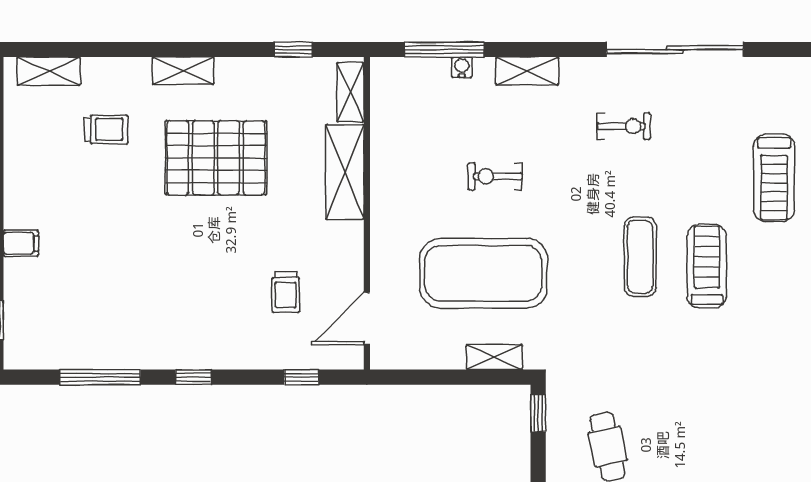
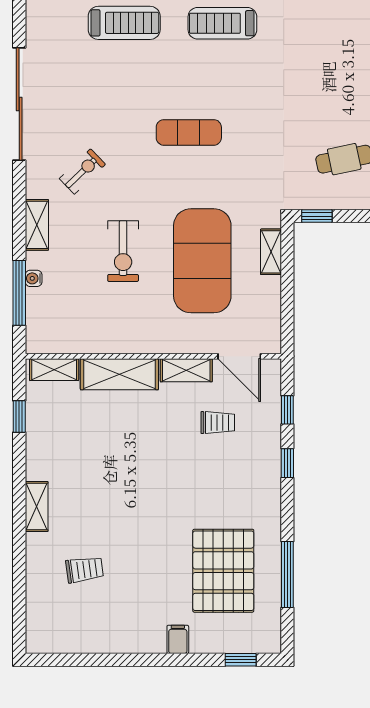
shelving: (49, 71) -> (186, 370), moved, turned 90
exercise bike: (624, 126) -> (82, 171), moved, turned 46
trolley: (106, 129) -> (85, 570), turned 82
pallet: (216, 158) -> (223, 571), moved
exercise bike: (495, 176) -> (123, 251), width x1.38, depth x1.39
treadmill: (707, 266) -> (222, 23), moved
window: (193, 377) -> (287, 463), moved

